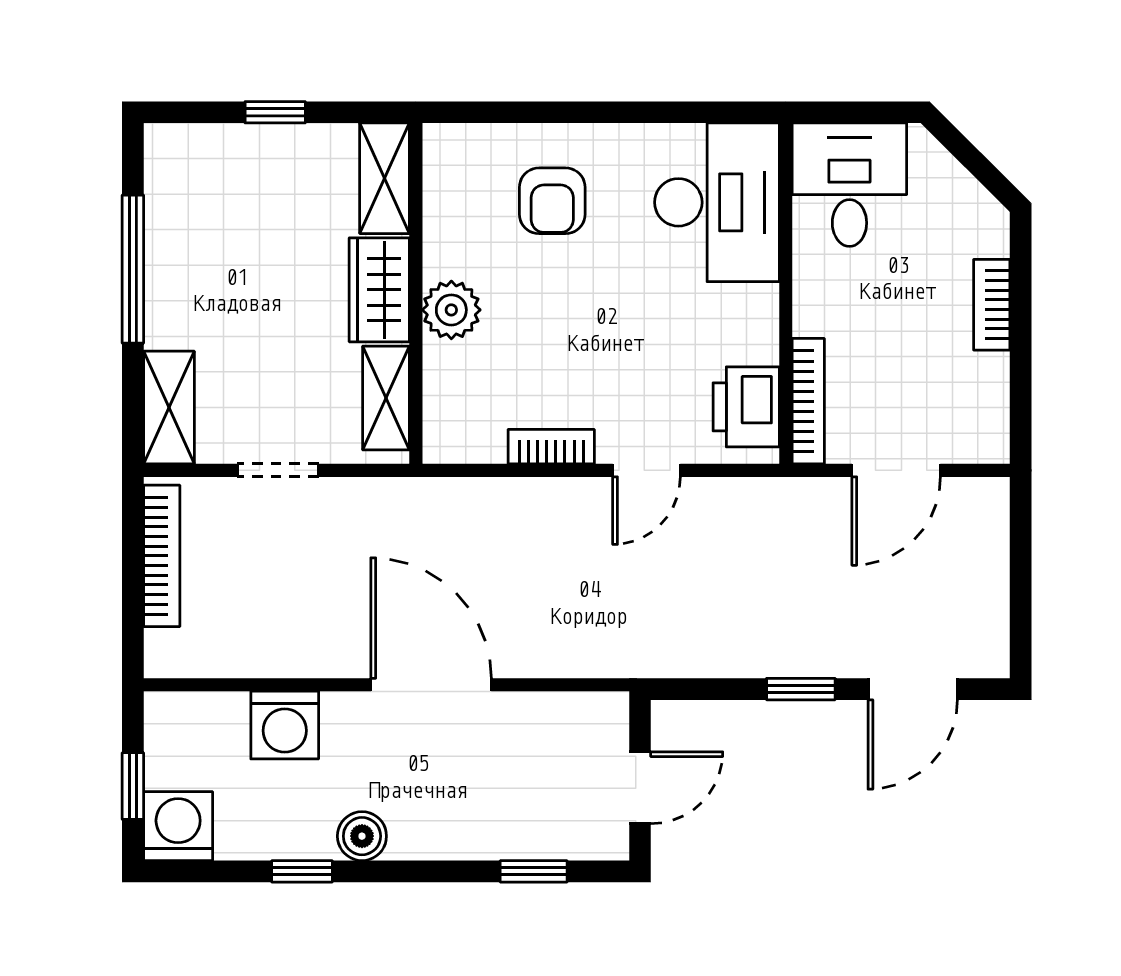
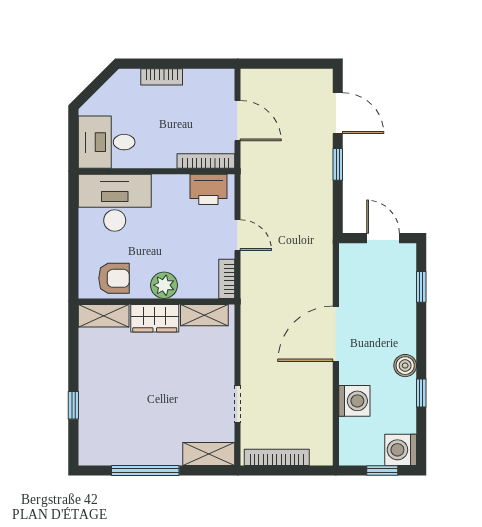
shelving: (385, 178) -> (104, 316), moved
wardrobe: (379, 290) -> (155, 318), moved
wall: (416, 293) -> (156, 301), moved
plant: (451, 310) -> (164, 285), moved
shelving: (386, 398) -> (204, 315), moved

